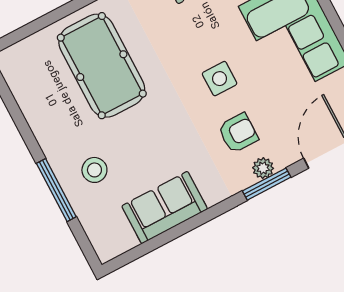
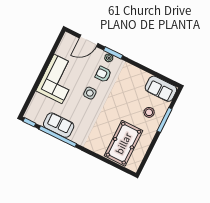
pool table: (102, 66) -> (123, 143), moved
sofa: (165, 208) -> (161, 89), moved

